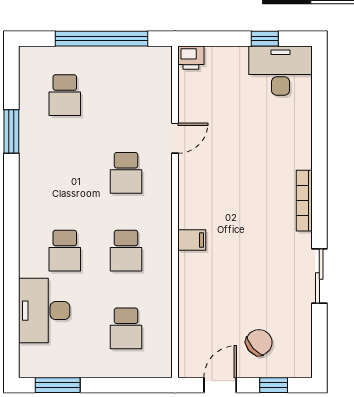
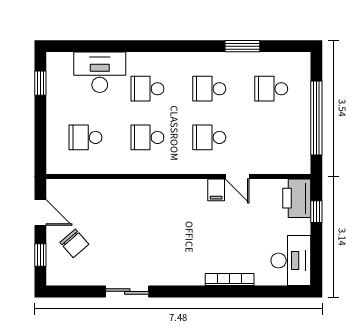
window: (265, 39) -> (316, 212), moved
printer: (191, 58) -> (297, 198), width x1.87, depth x1.48
school desk: (65, 173) -> (209, 89), added
bookcase: (304, 201) -> (230, 279), moved
filing cabinet: (192, 240) -> (216, 190), moved
window: (58, 385) -> (40, 83), width x0.67

